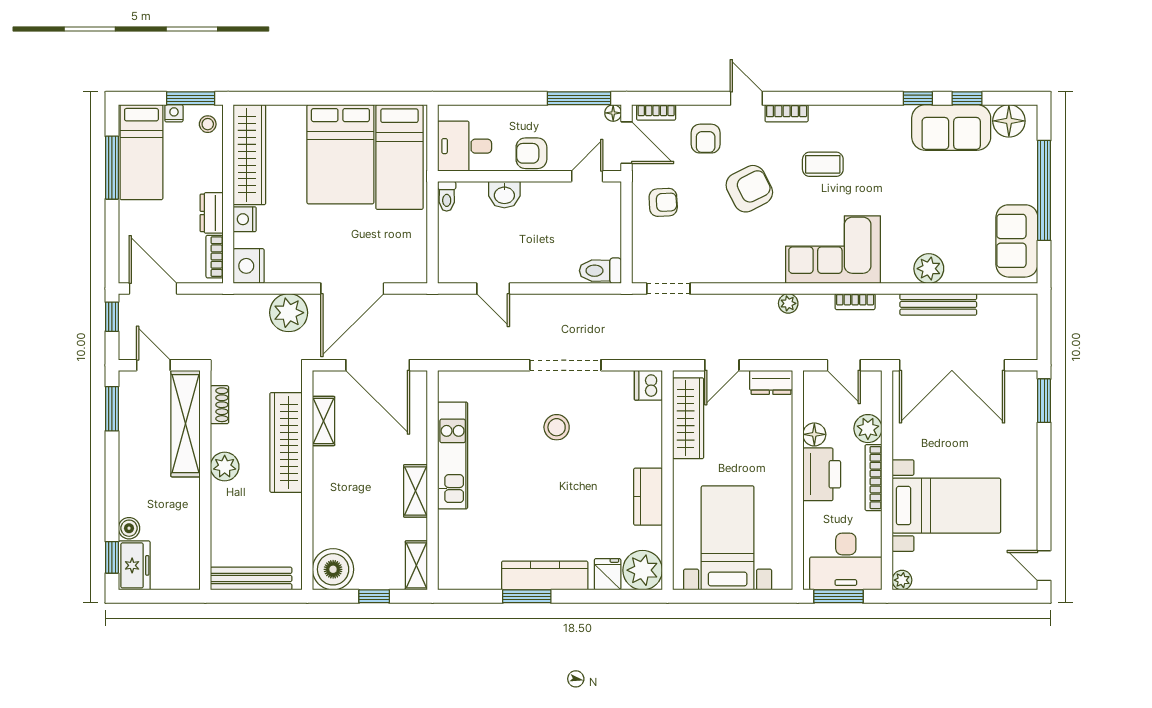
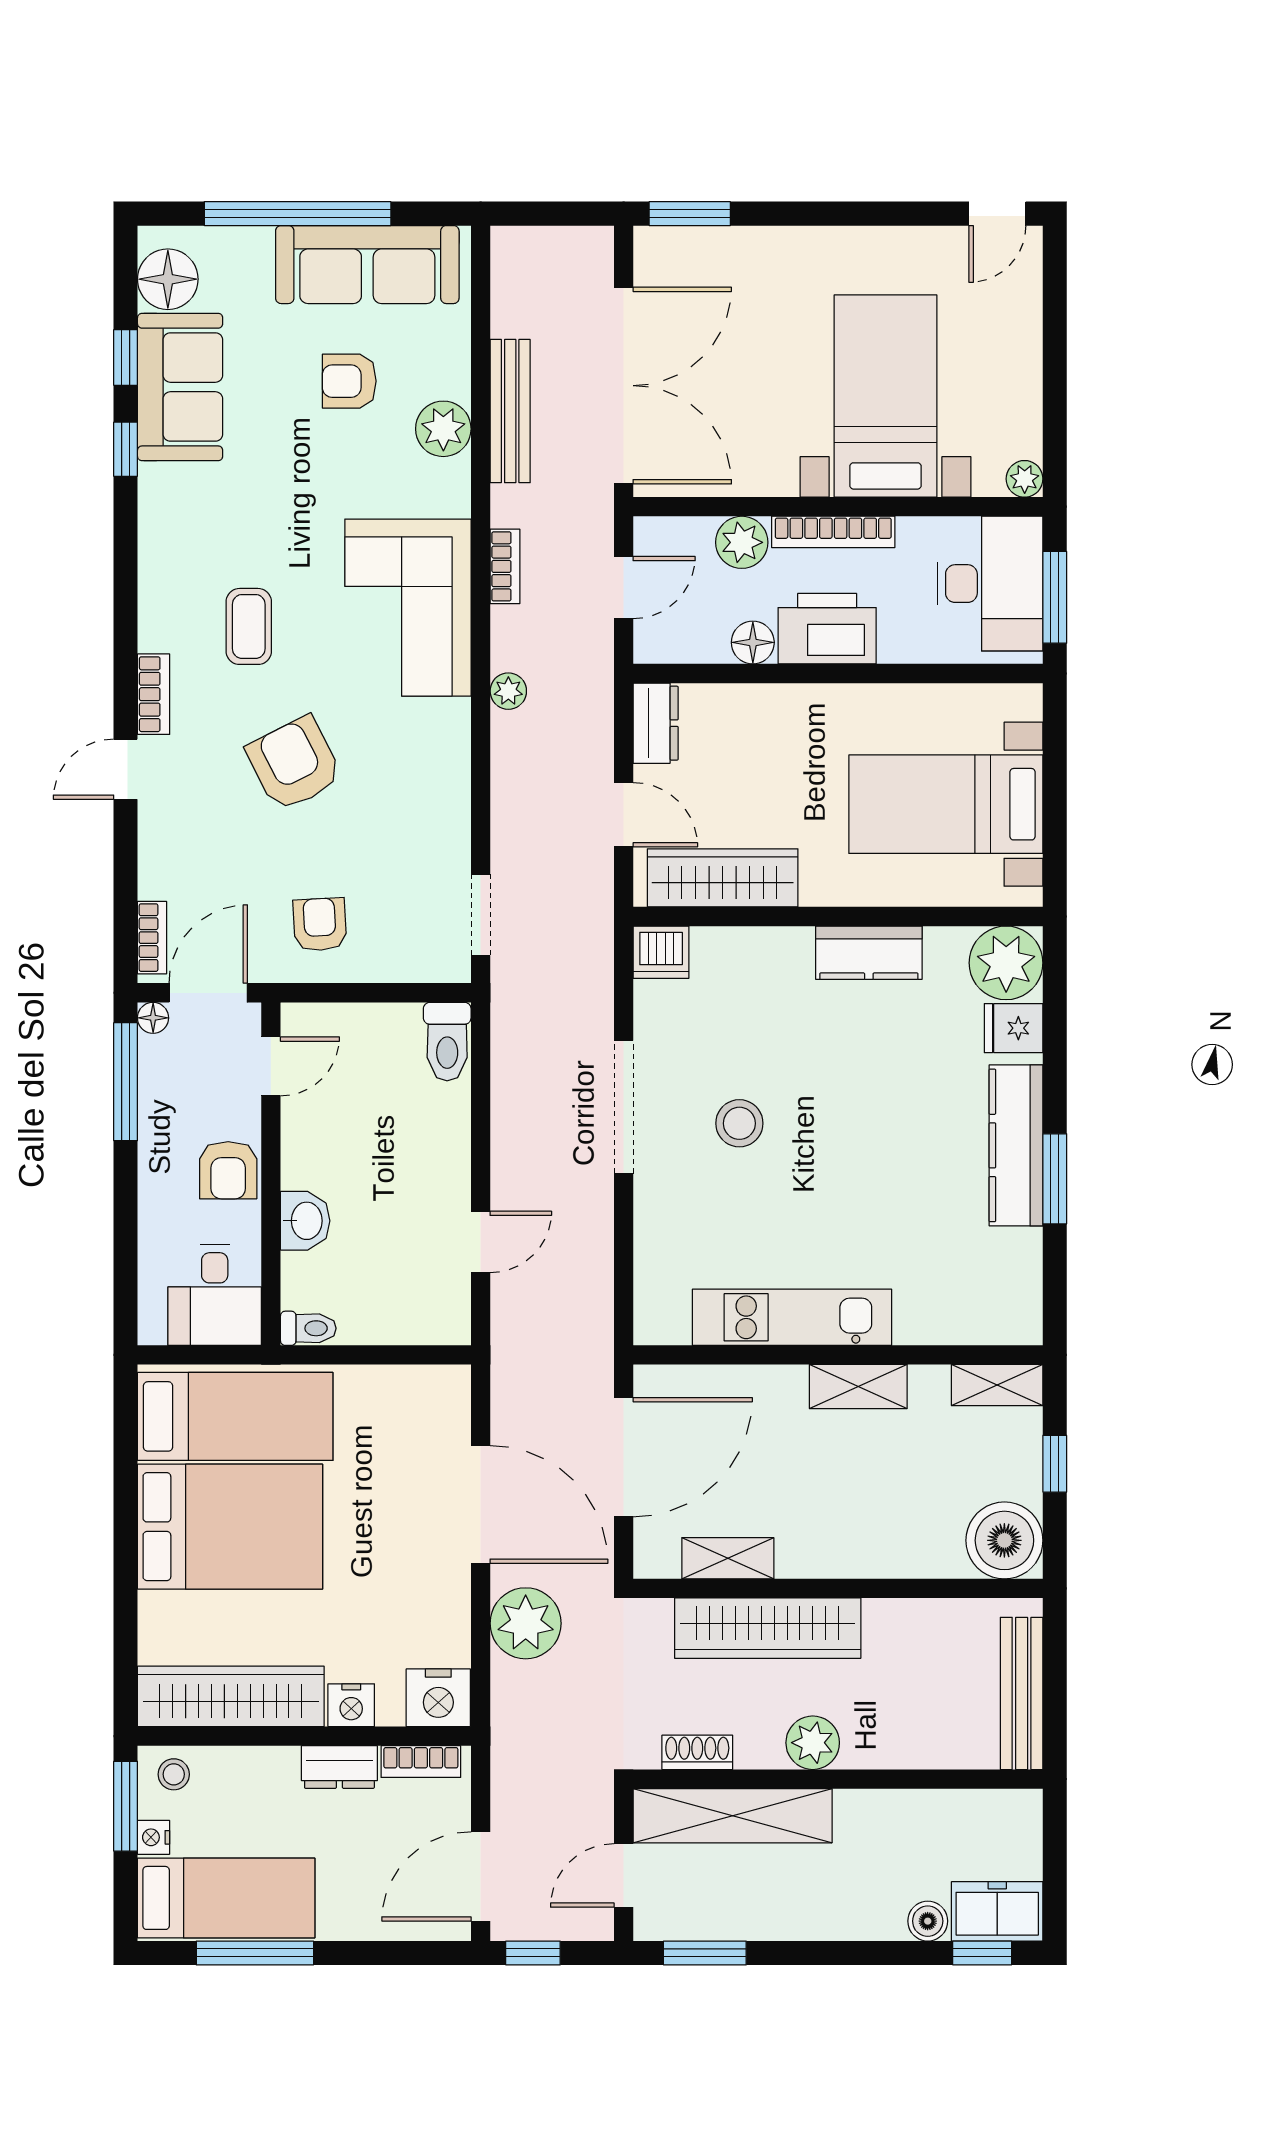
armchair: (706, 139) -> (349, 381), moved, turned 180
door: (587, 176) -> (271, 1066), swing flipped
sofa: (1017, 241) -> (367, 265), width x1.36

